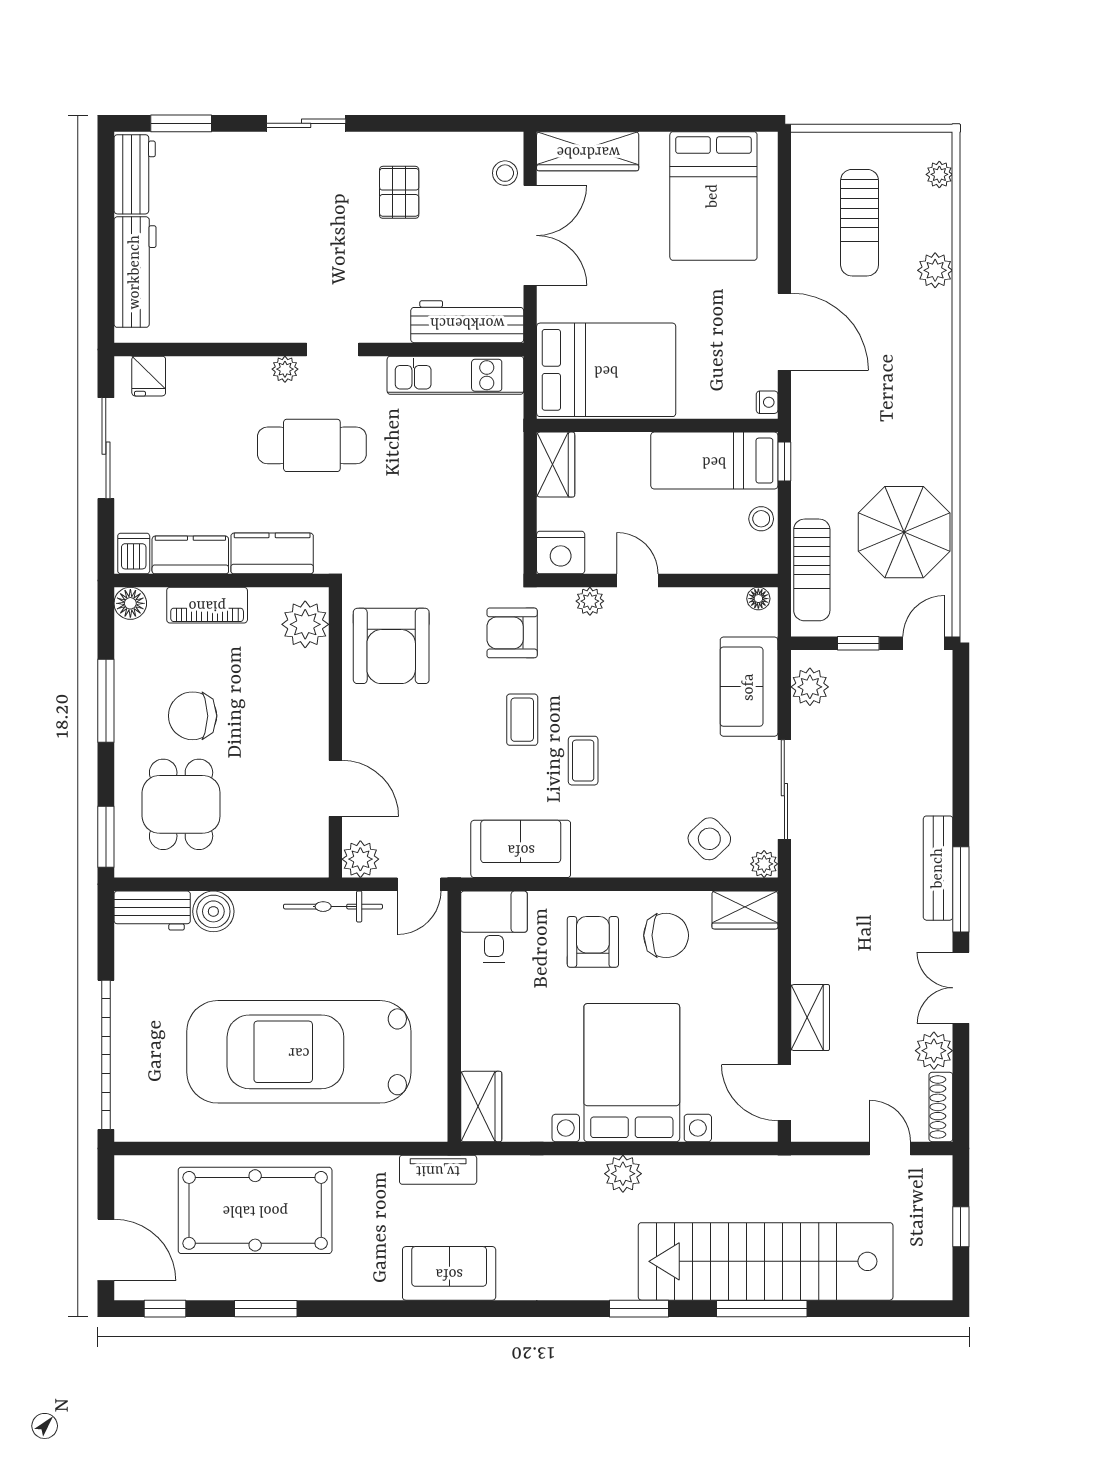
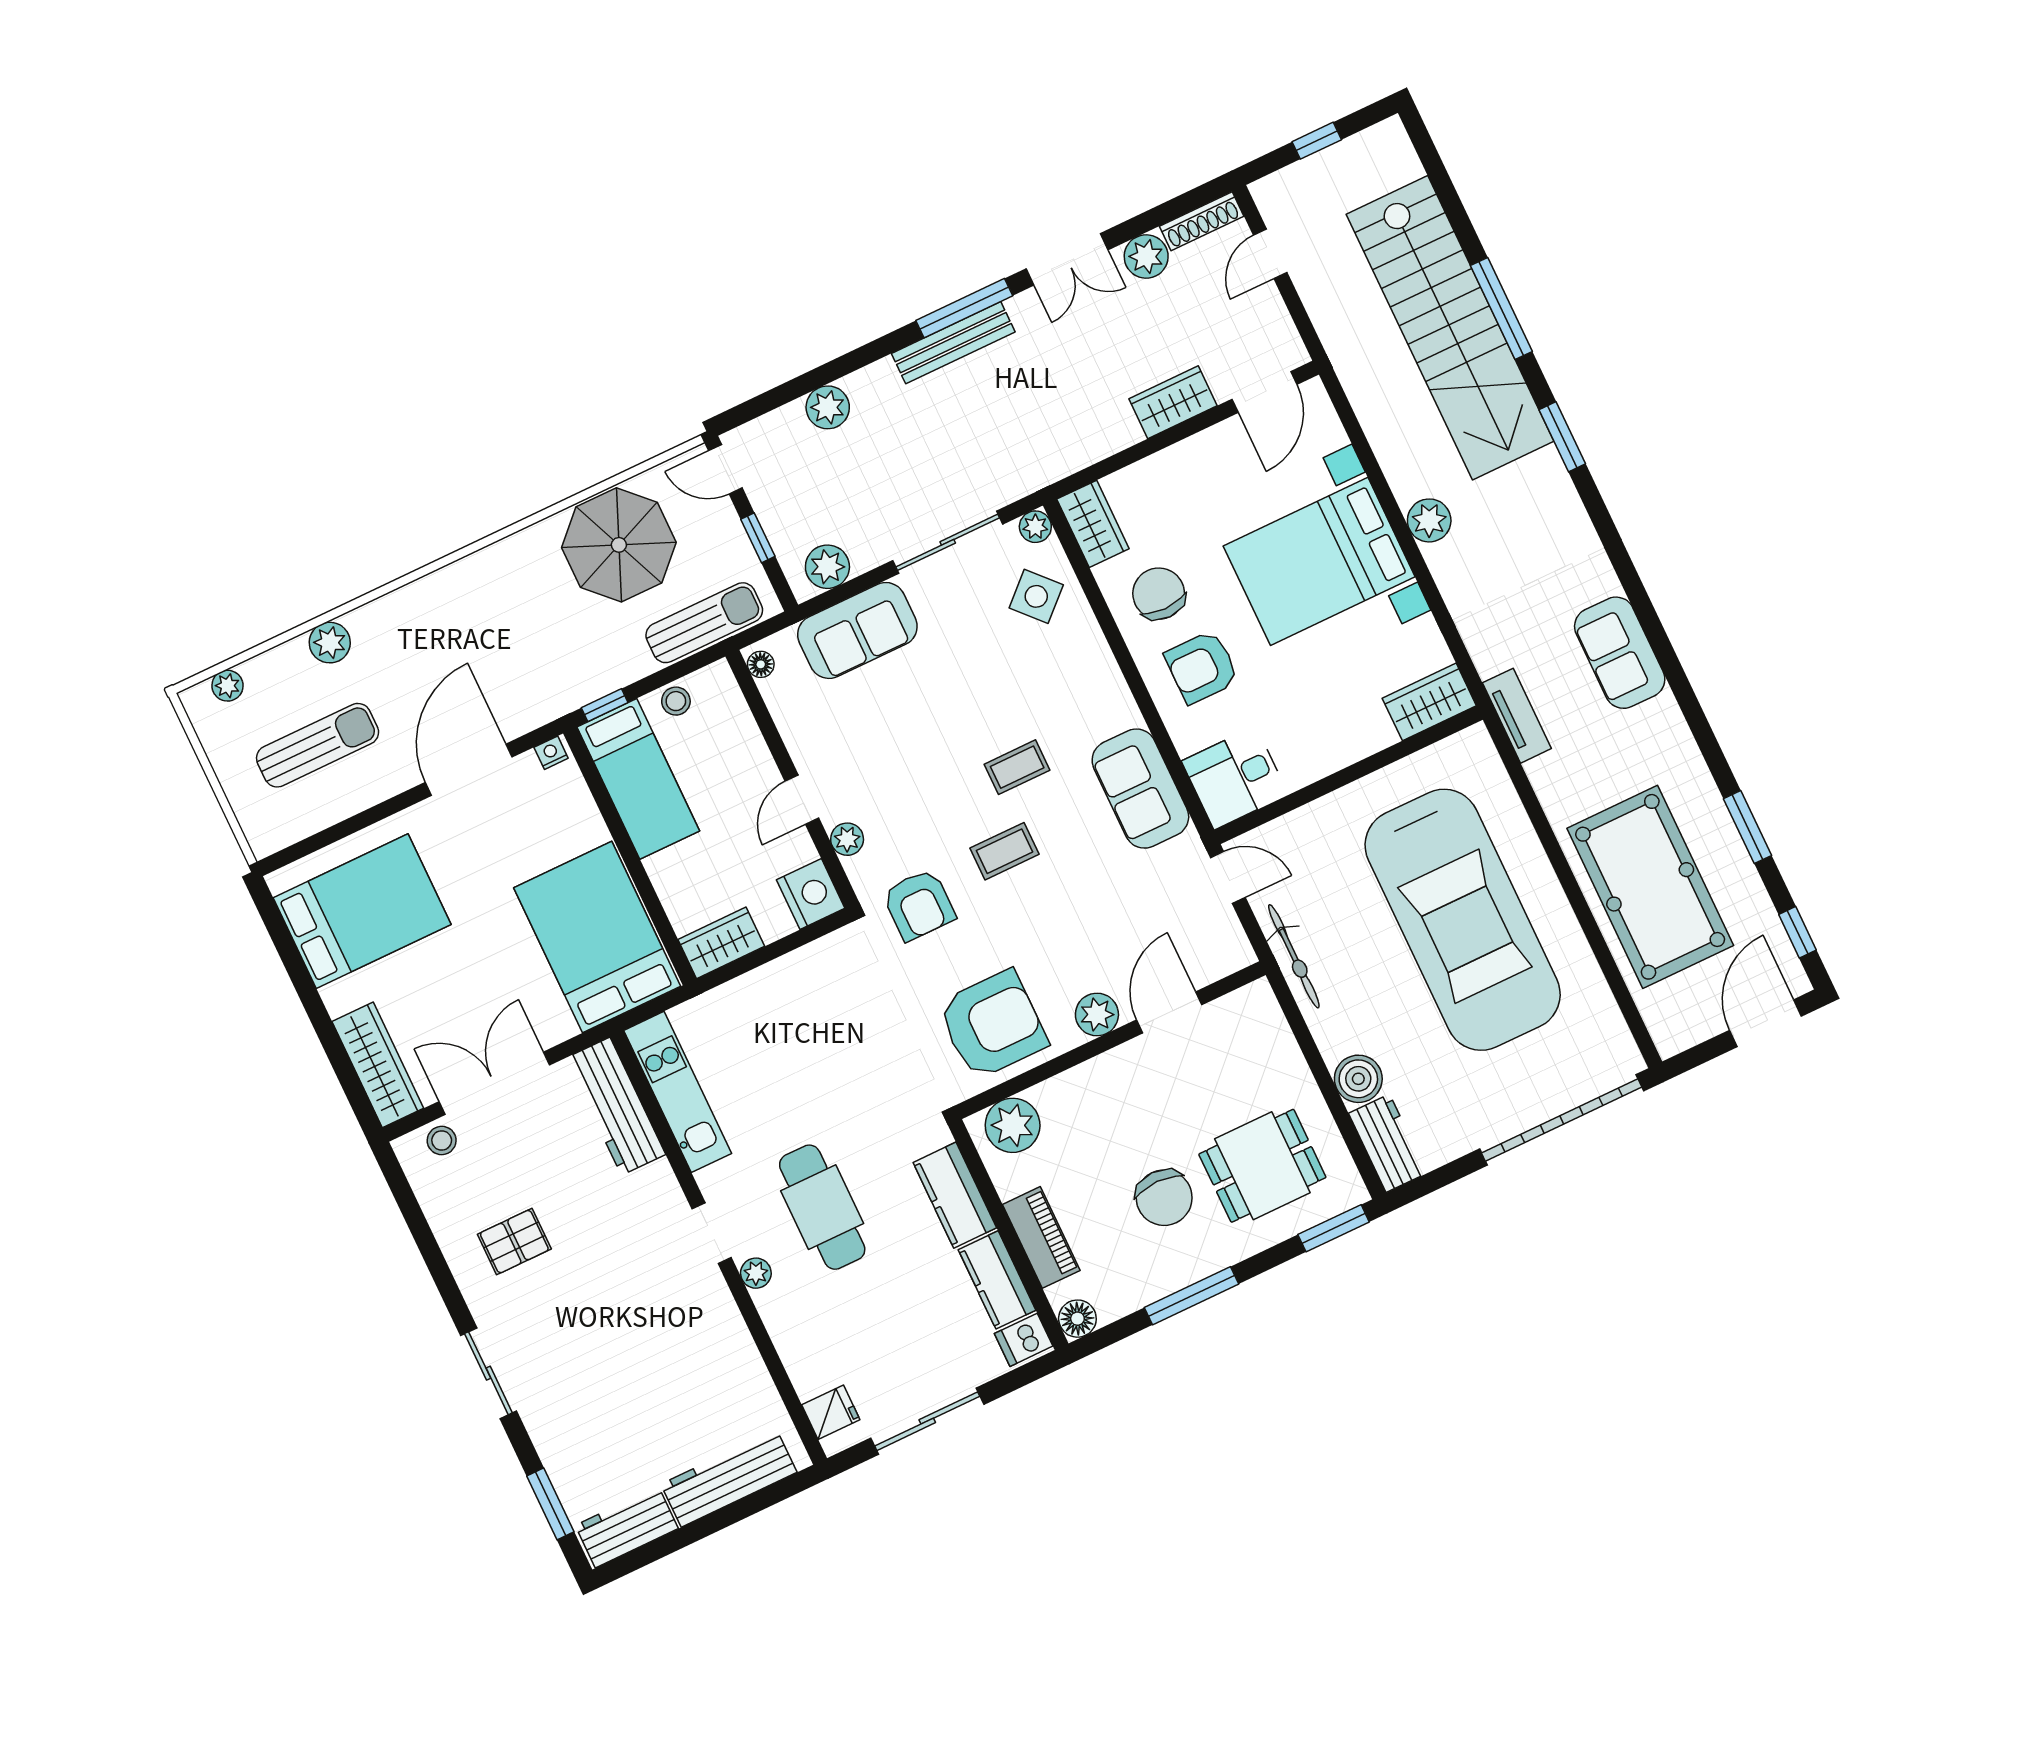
plant: (934, 746) -> (828, 407), added
plant: (360, 859) -> (1097, 1014), moved

